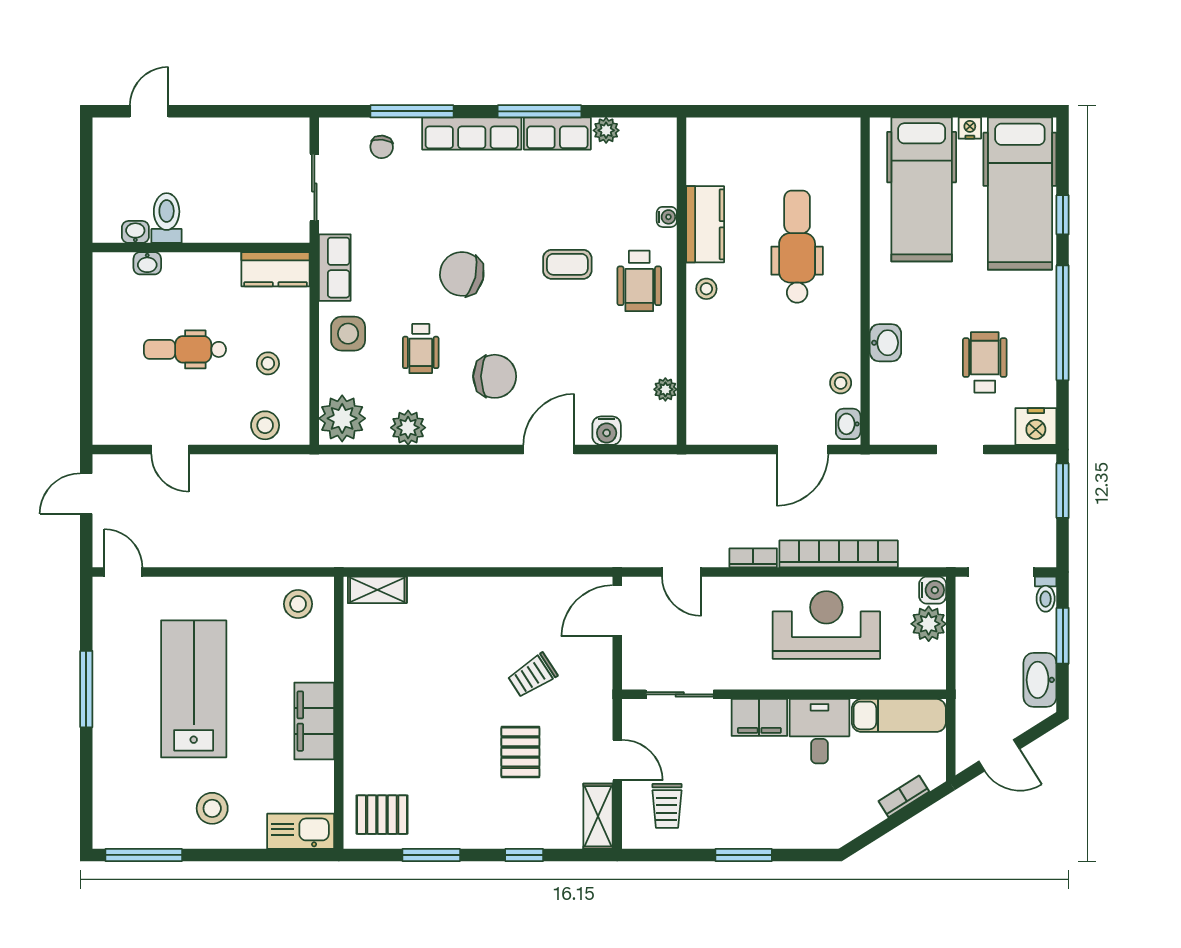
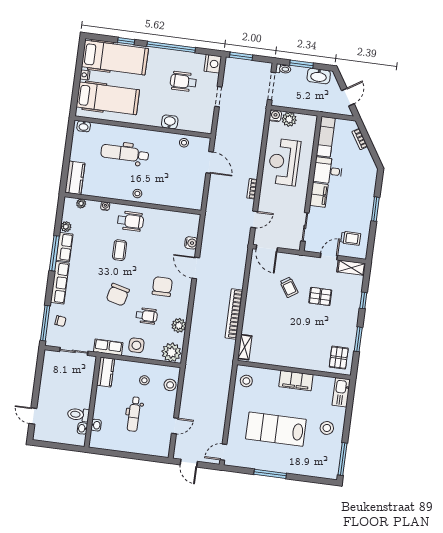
window: (412, 111) -> (45, 323), moved
kitchen counter: (705, 224) -> (75, 178), moved, turned 90
plant: (665, 389) -> (81, 203), moved
washbasin: (848, 424) -> (84, 126), moved
bookcase: (839, 554) -> (234, 314), moved

